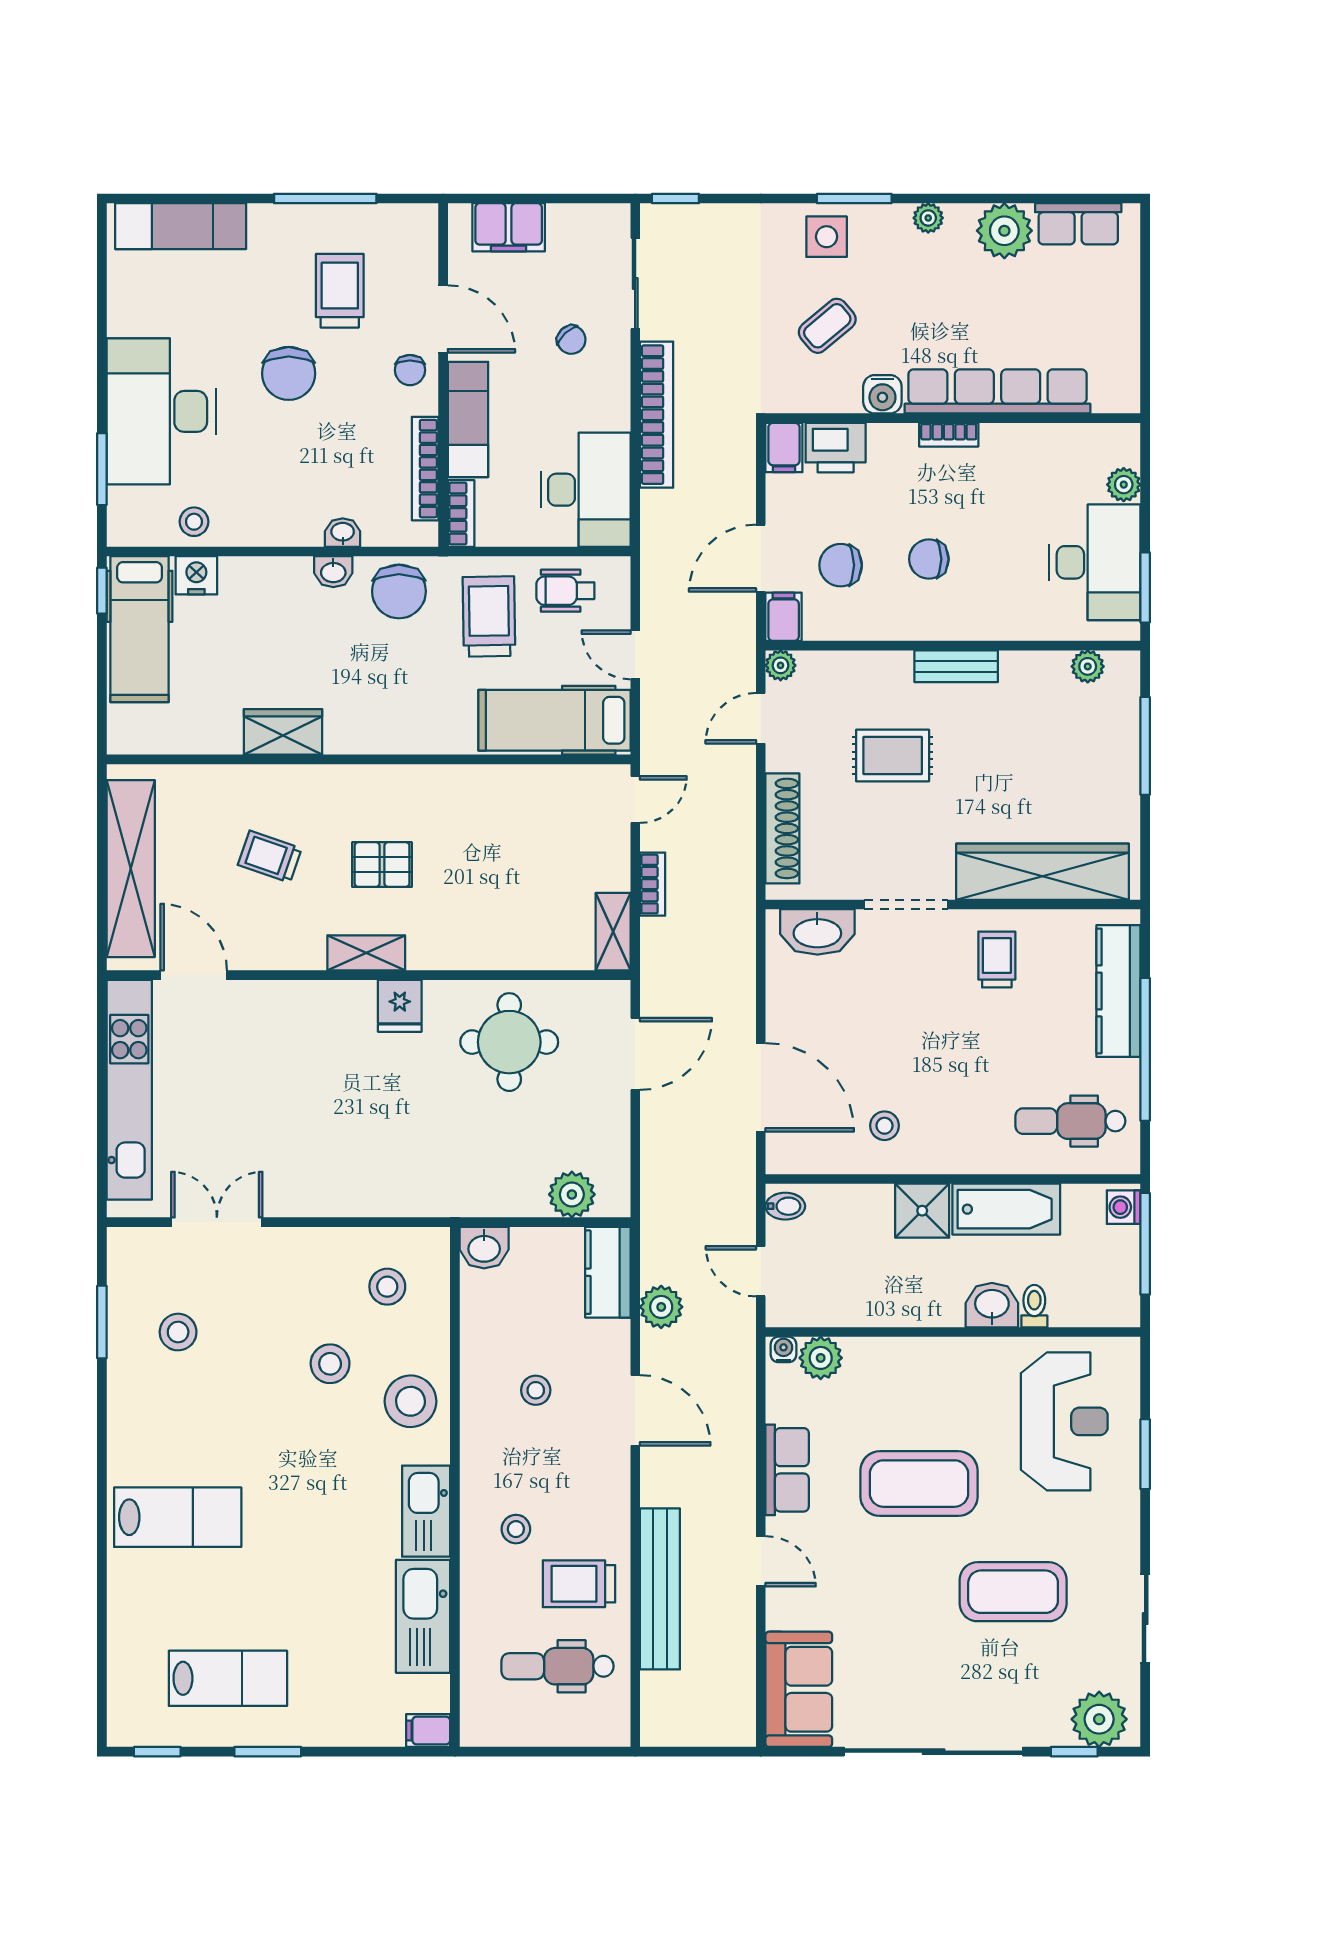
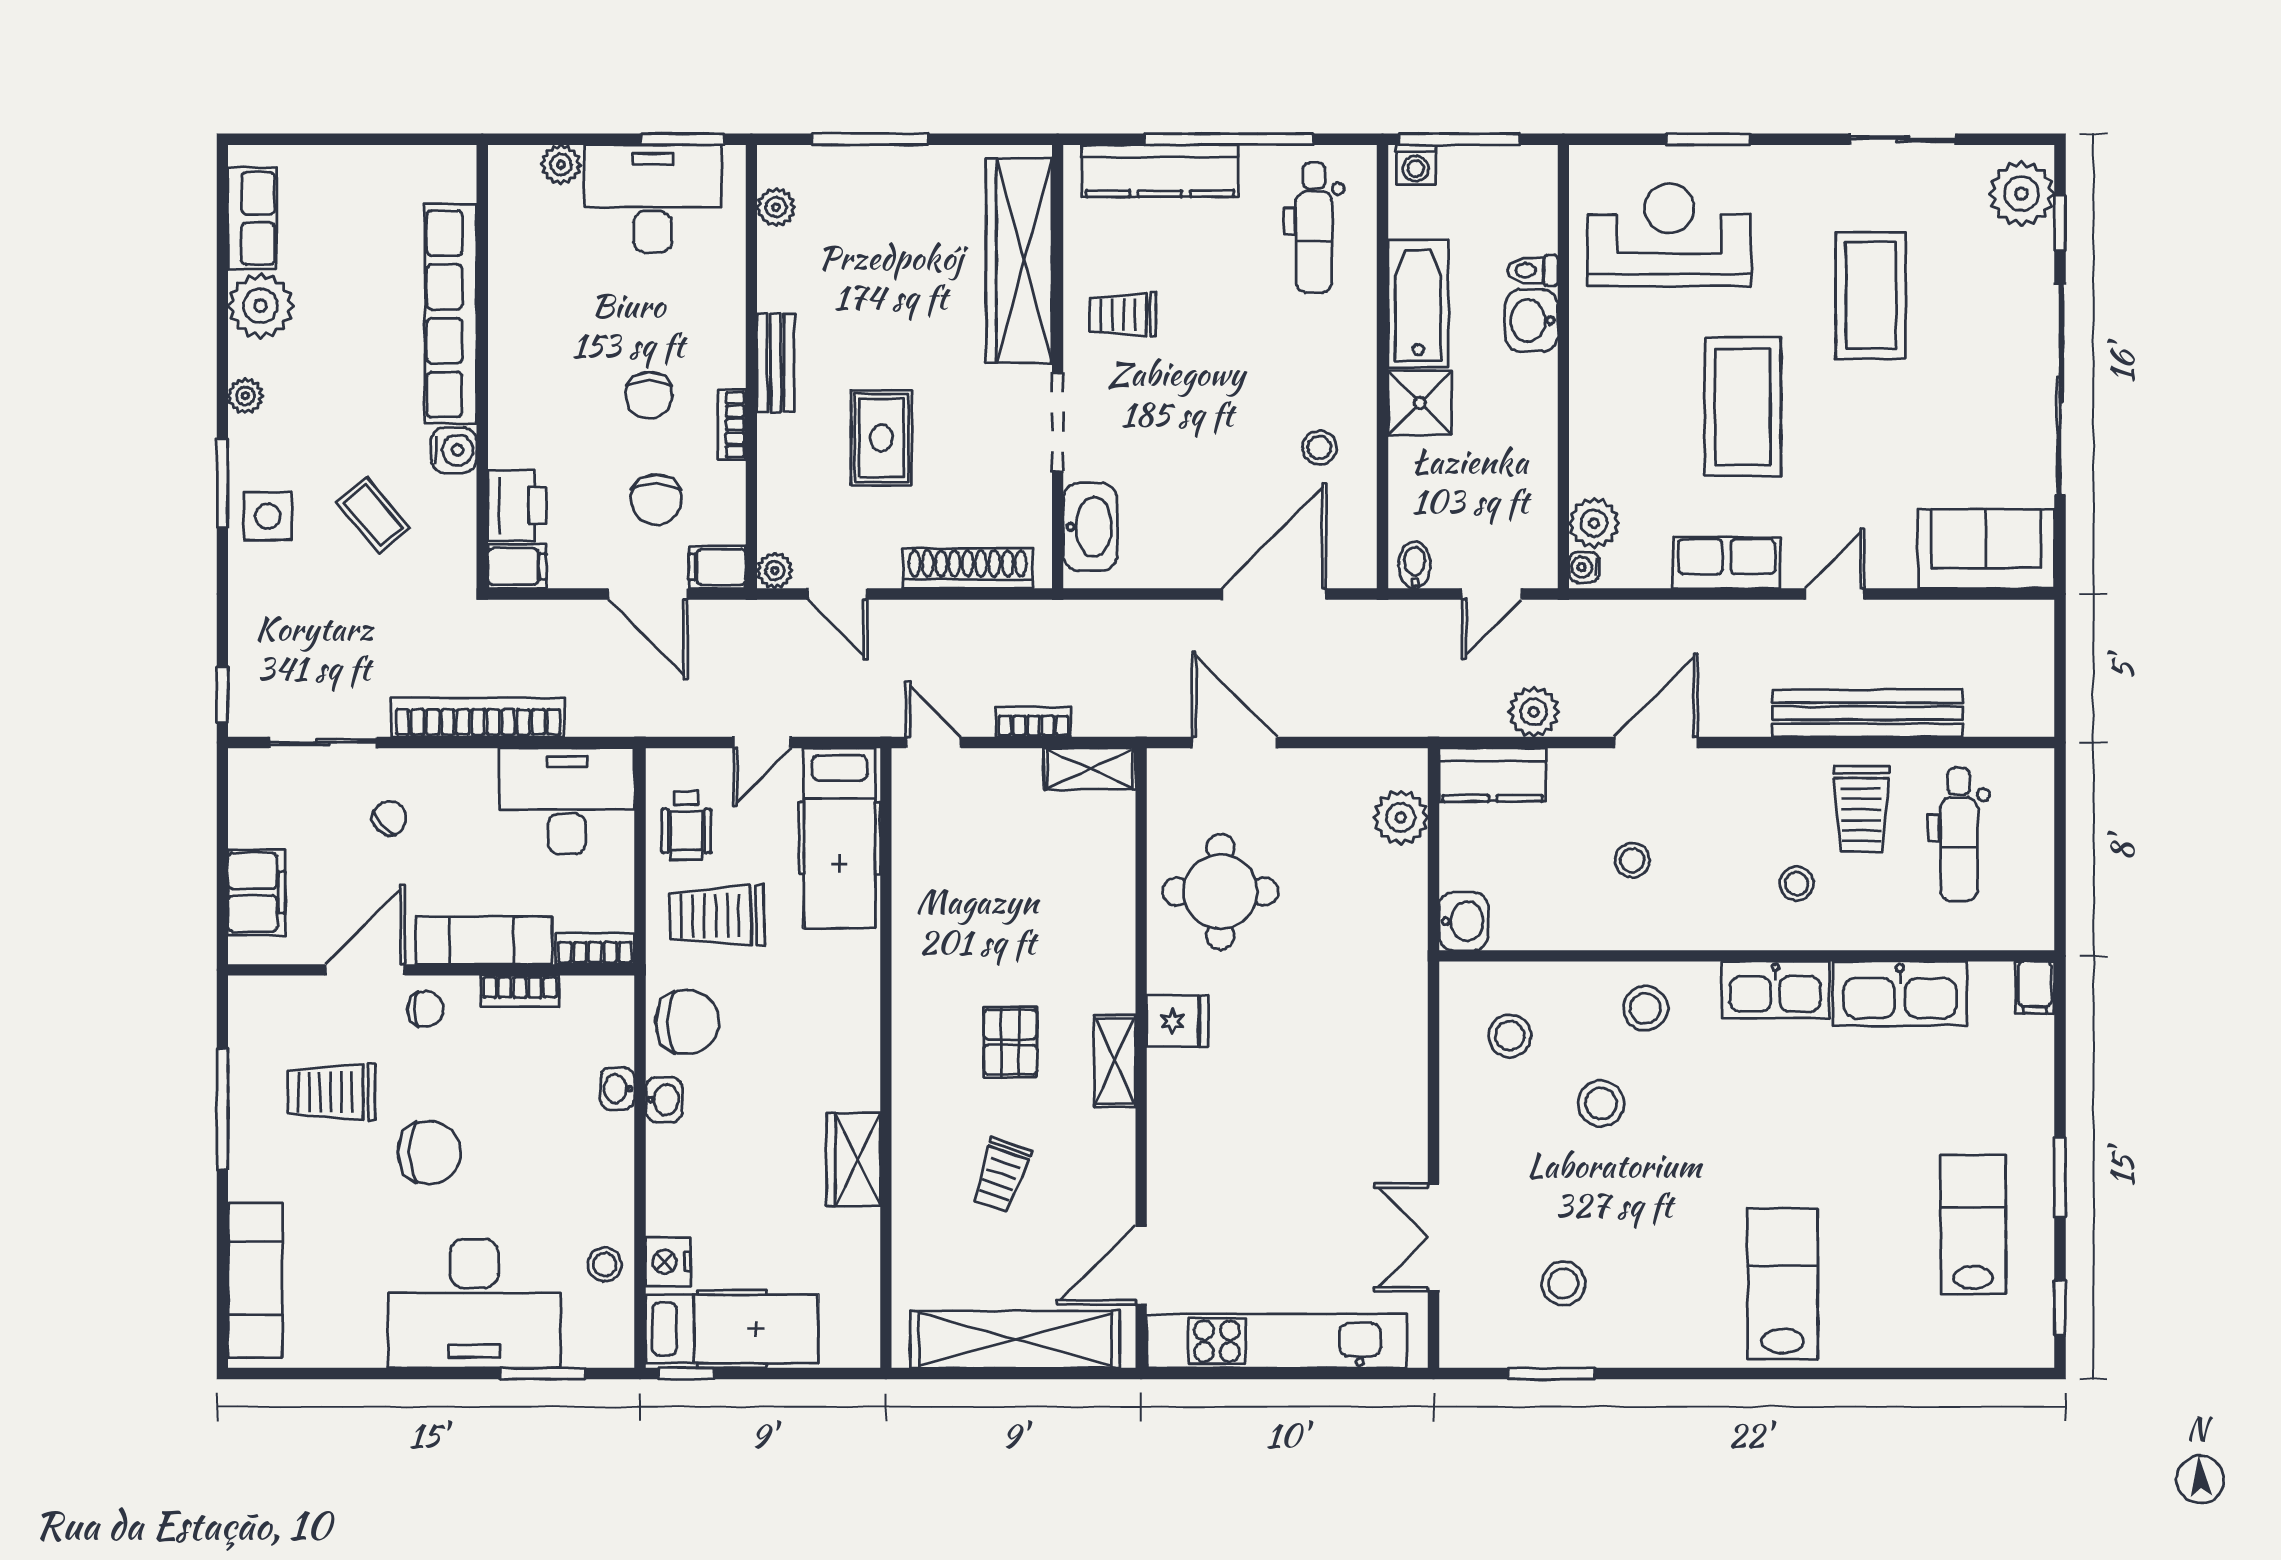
bookcase: (949, 435) -> (732, 425), moved, turned 180
bookcase: (425, 469) -> (520, 991), width x0.64
stool: (410, 1401) -> (1645, 1008), width x0.73, depth x0.73

